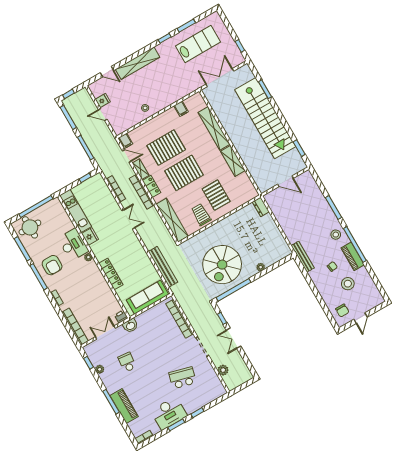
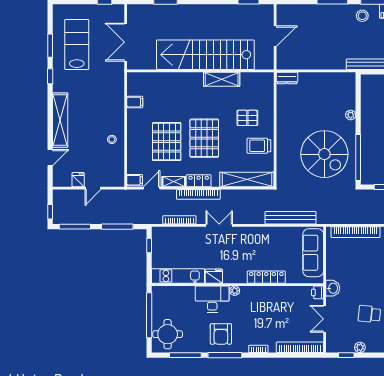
stairs: (265, 118) -> (205, 55), moved, turned 180
shelving: (214, 128) -> (176, 79), removed
pallet: (216, 195) -> (247, 118), width x0.67, depth x0.71
armchair: (52, 265) -> (221, 334), turned 90

